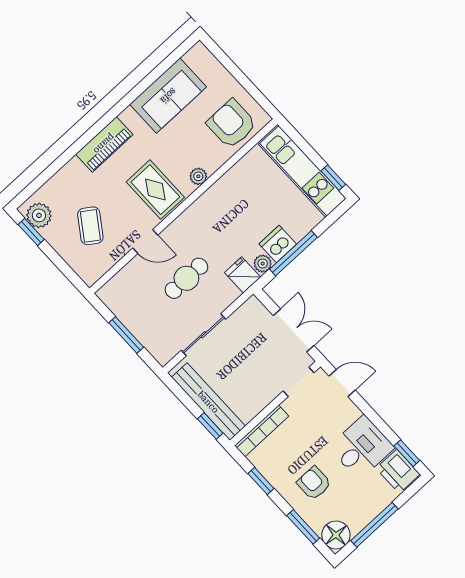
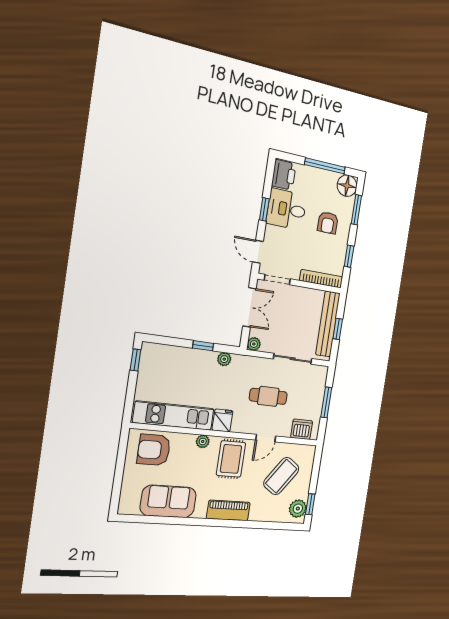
armchair: (232, 124) -> (154, 450), turned 90
kitchen unit: (302, 171) -> (174, 416), moved, turned -90
coffee table: (90, 226) -> (281, 476), width x1.36, depth x1.30
door: (145, 241) -> (266, 438), swing flipped
dishwasher: (278, 244) -> (302, 429), moved, turned 180
window: (294, 253) -> (203, 346), width x0.46
fridge: (243, 275) -> (222, 420), moved, turned 180
plant: (253, 306) -> (254, 344), added
double door: (294, 330) -> (249, 307), swing flipped
window: (210, 426) -> (338, 329), moved
window: (407, 453) -> (264, 209), moved

